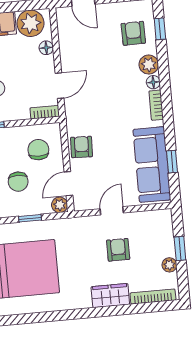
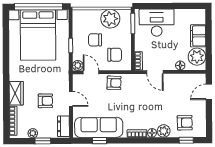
dresser: (155, 219) -> (63, 126), added

